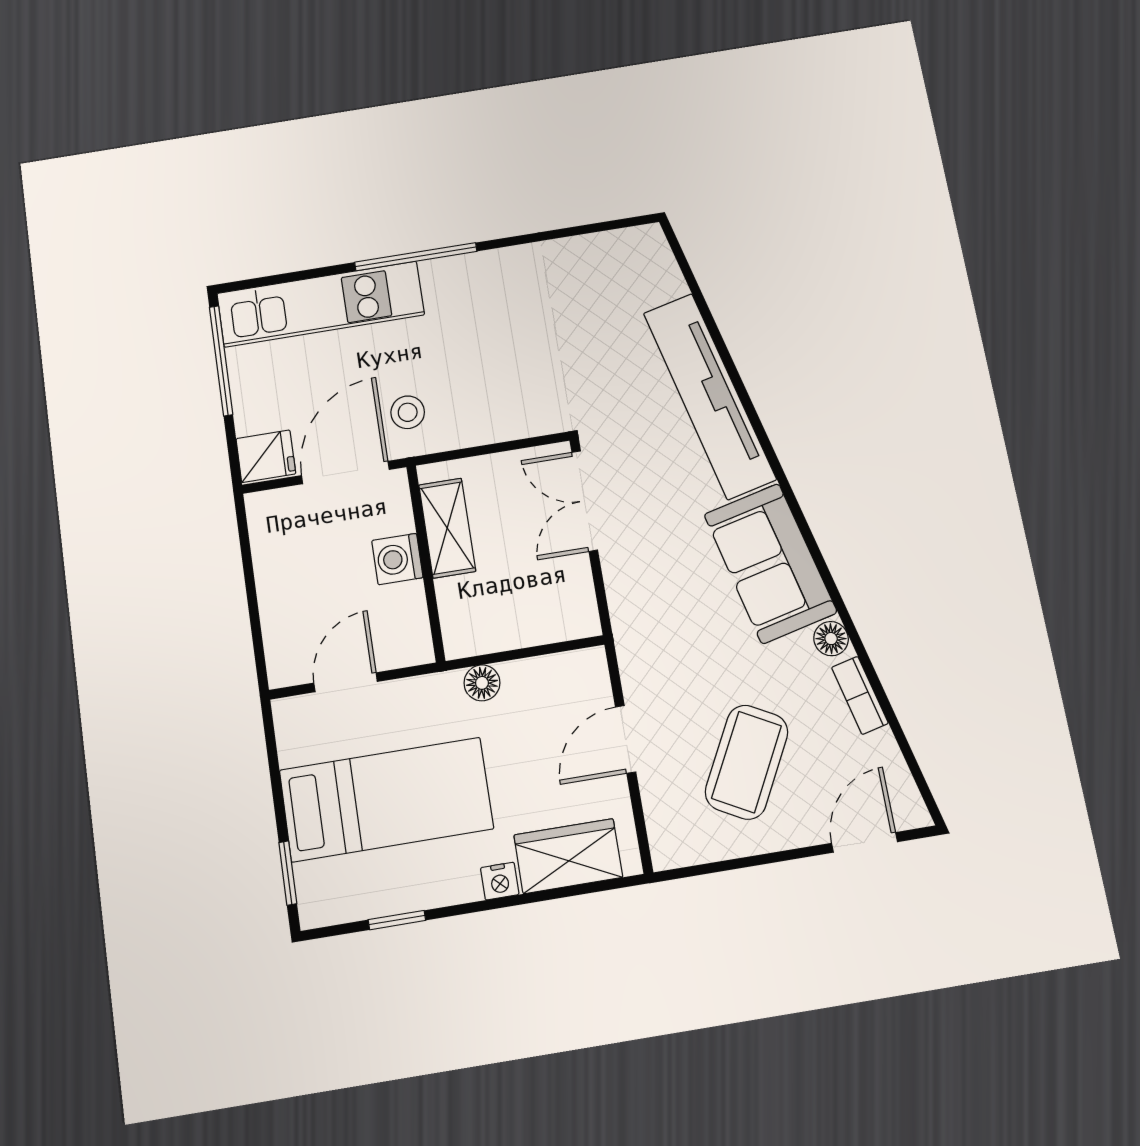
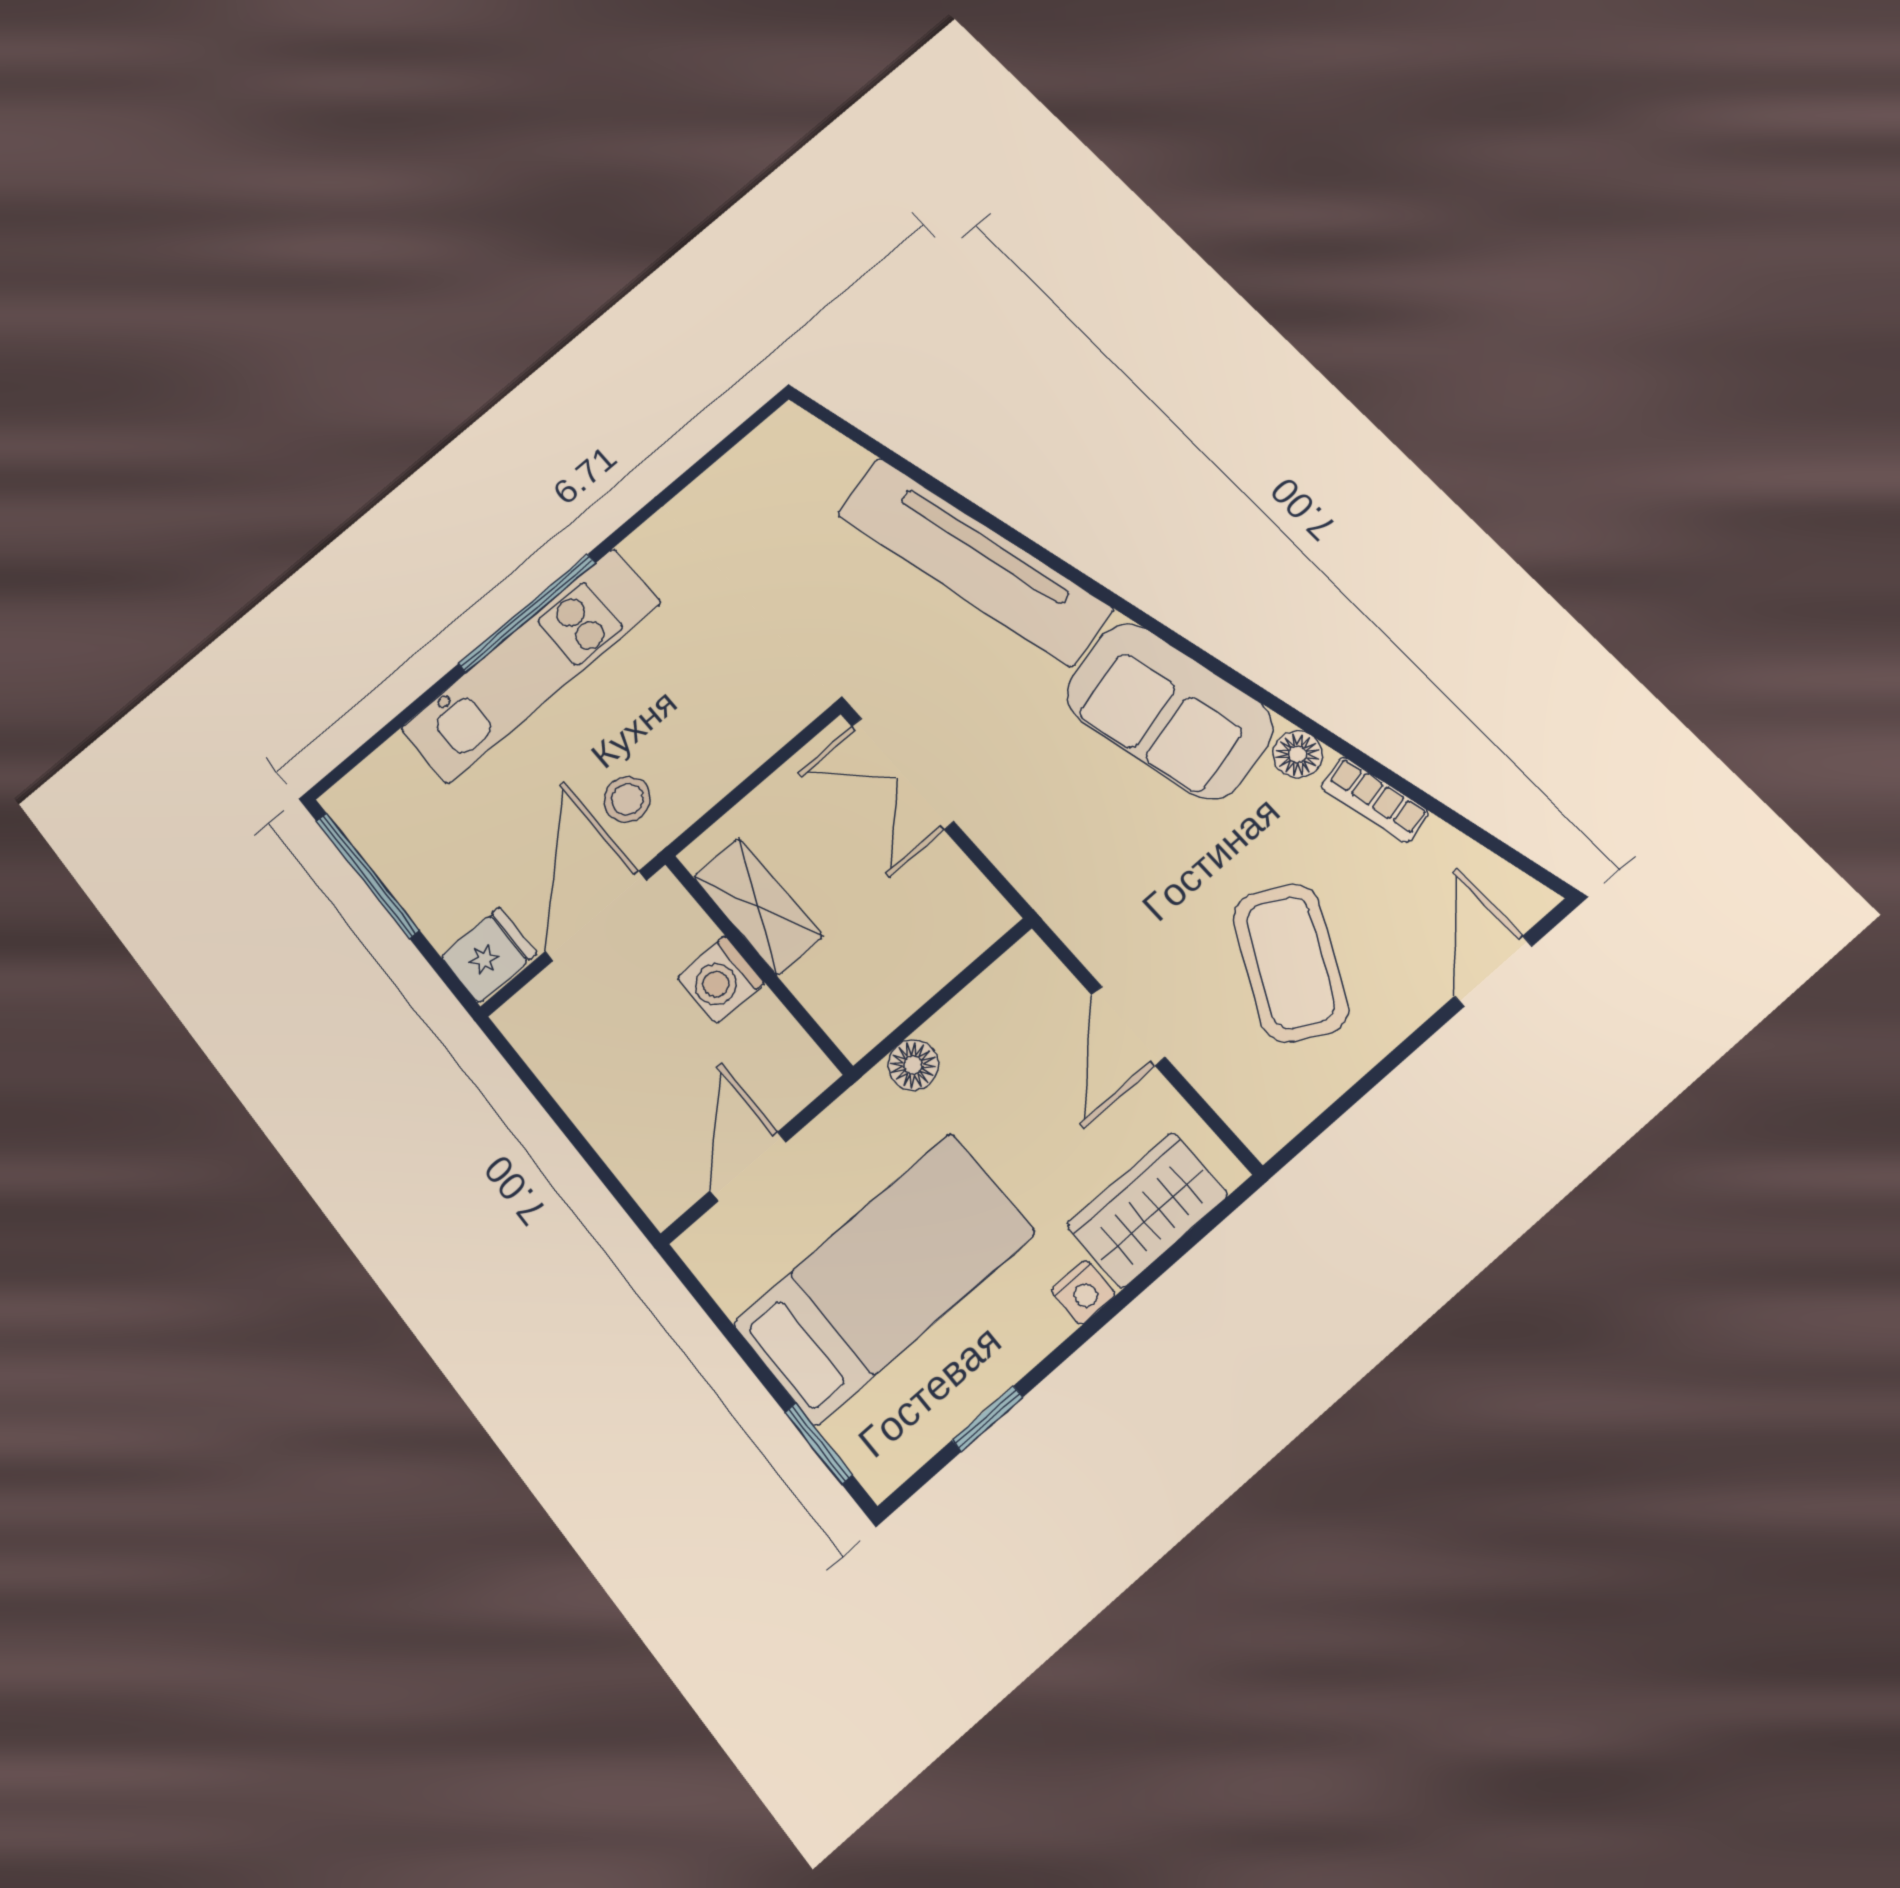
kitchen unit: (321, 304) -> (531, 666), moved

